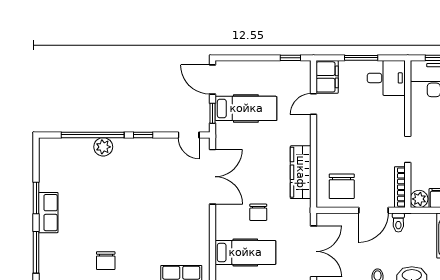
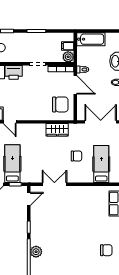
printer: (394, 111) -> (14, 72), added
wardrobe: (301, 172) -> (57, 130), width x0.67
double door: (212, 177) -> (54, 184), width x0.73

